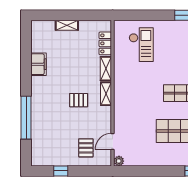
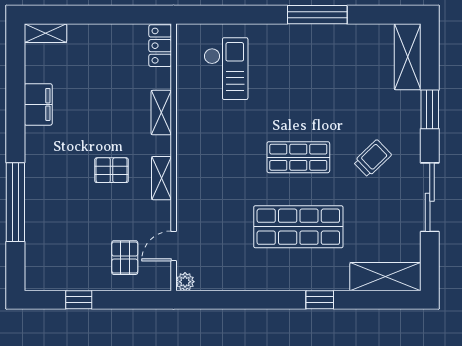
shelving: (67, 25) -> (45, 33), moved
locker: (105, 43) -> (160, 46), moved
shelving: (106, 94) -> (162, 178), moved

